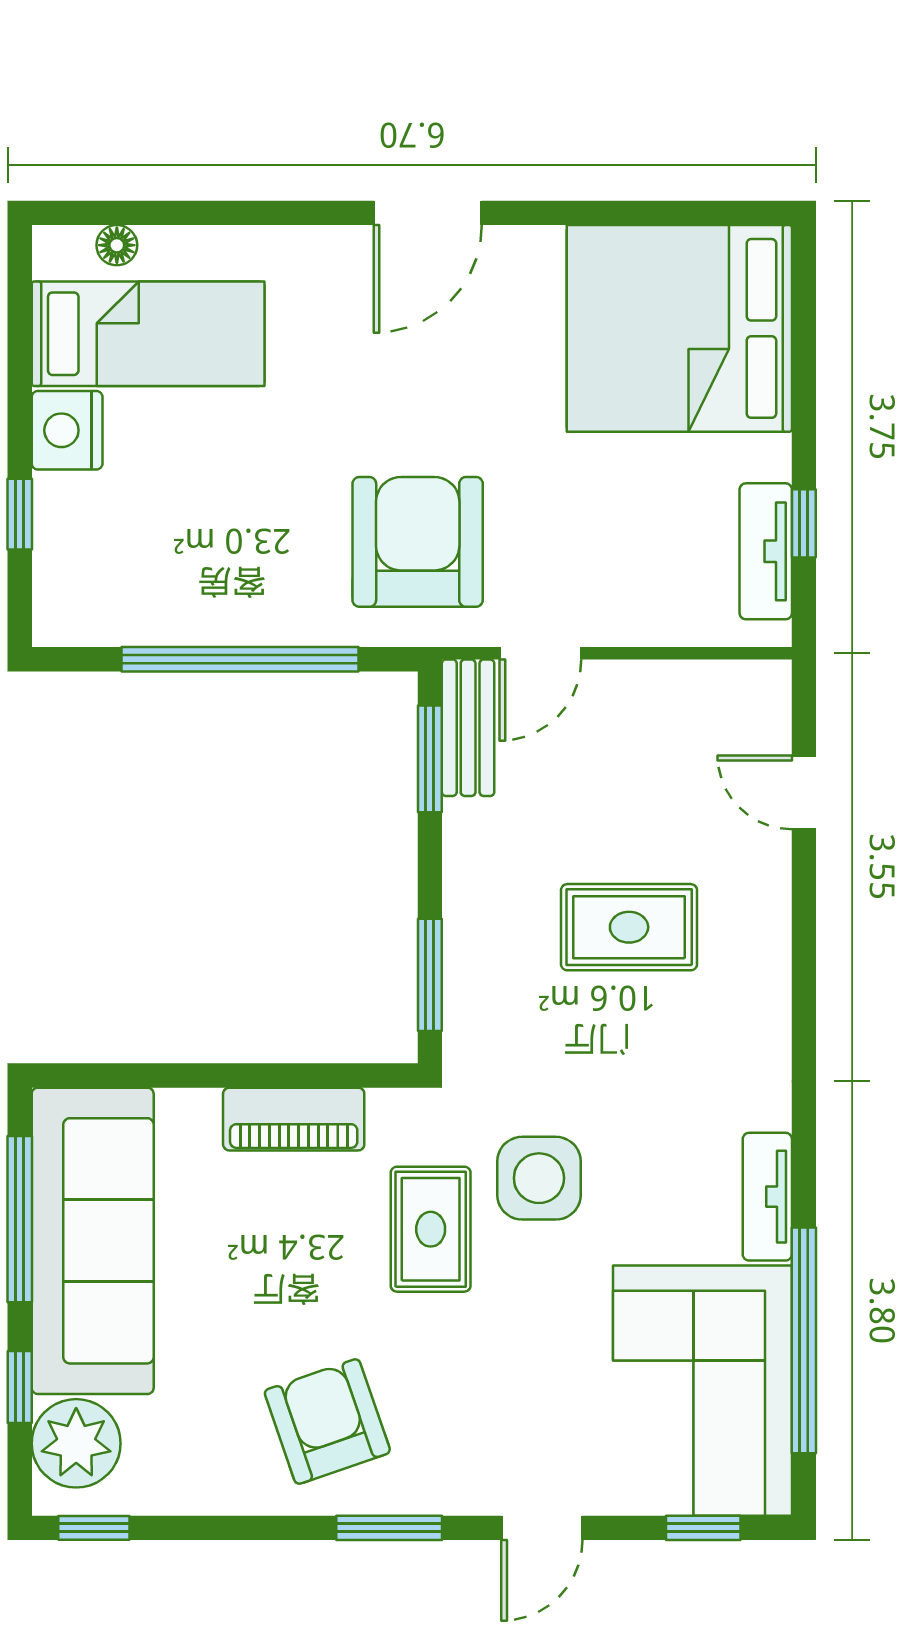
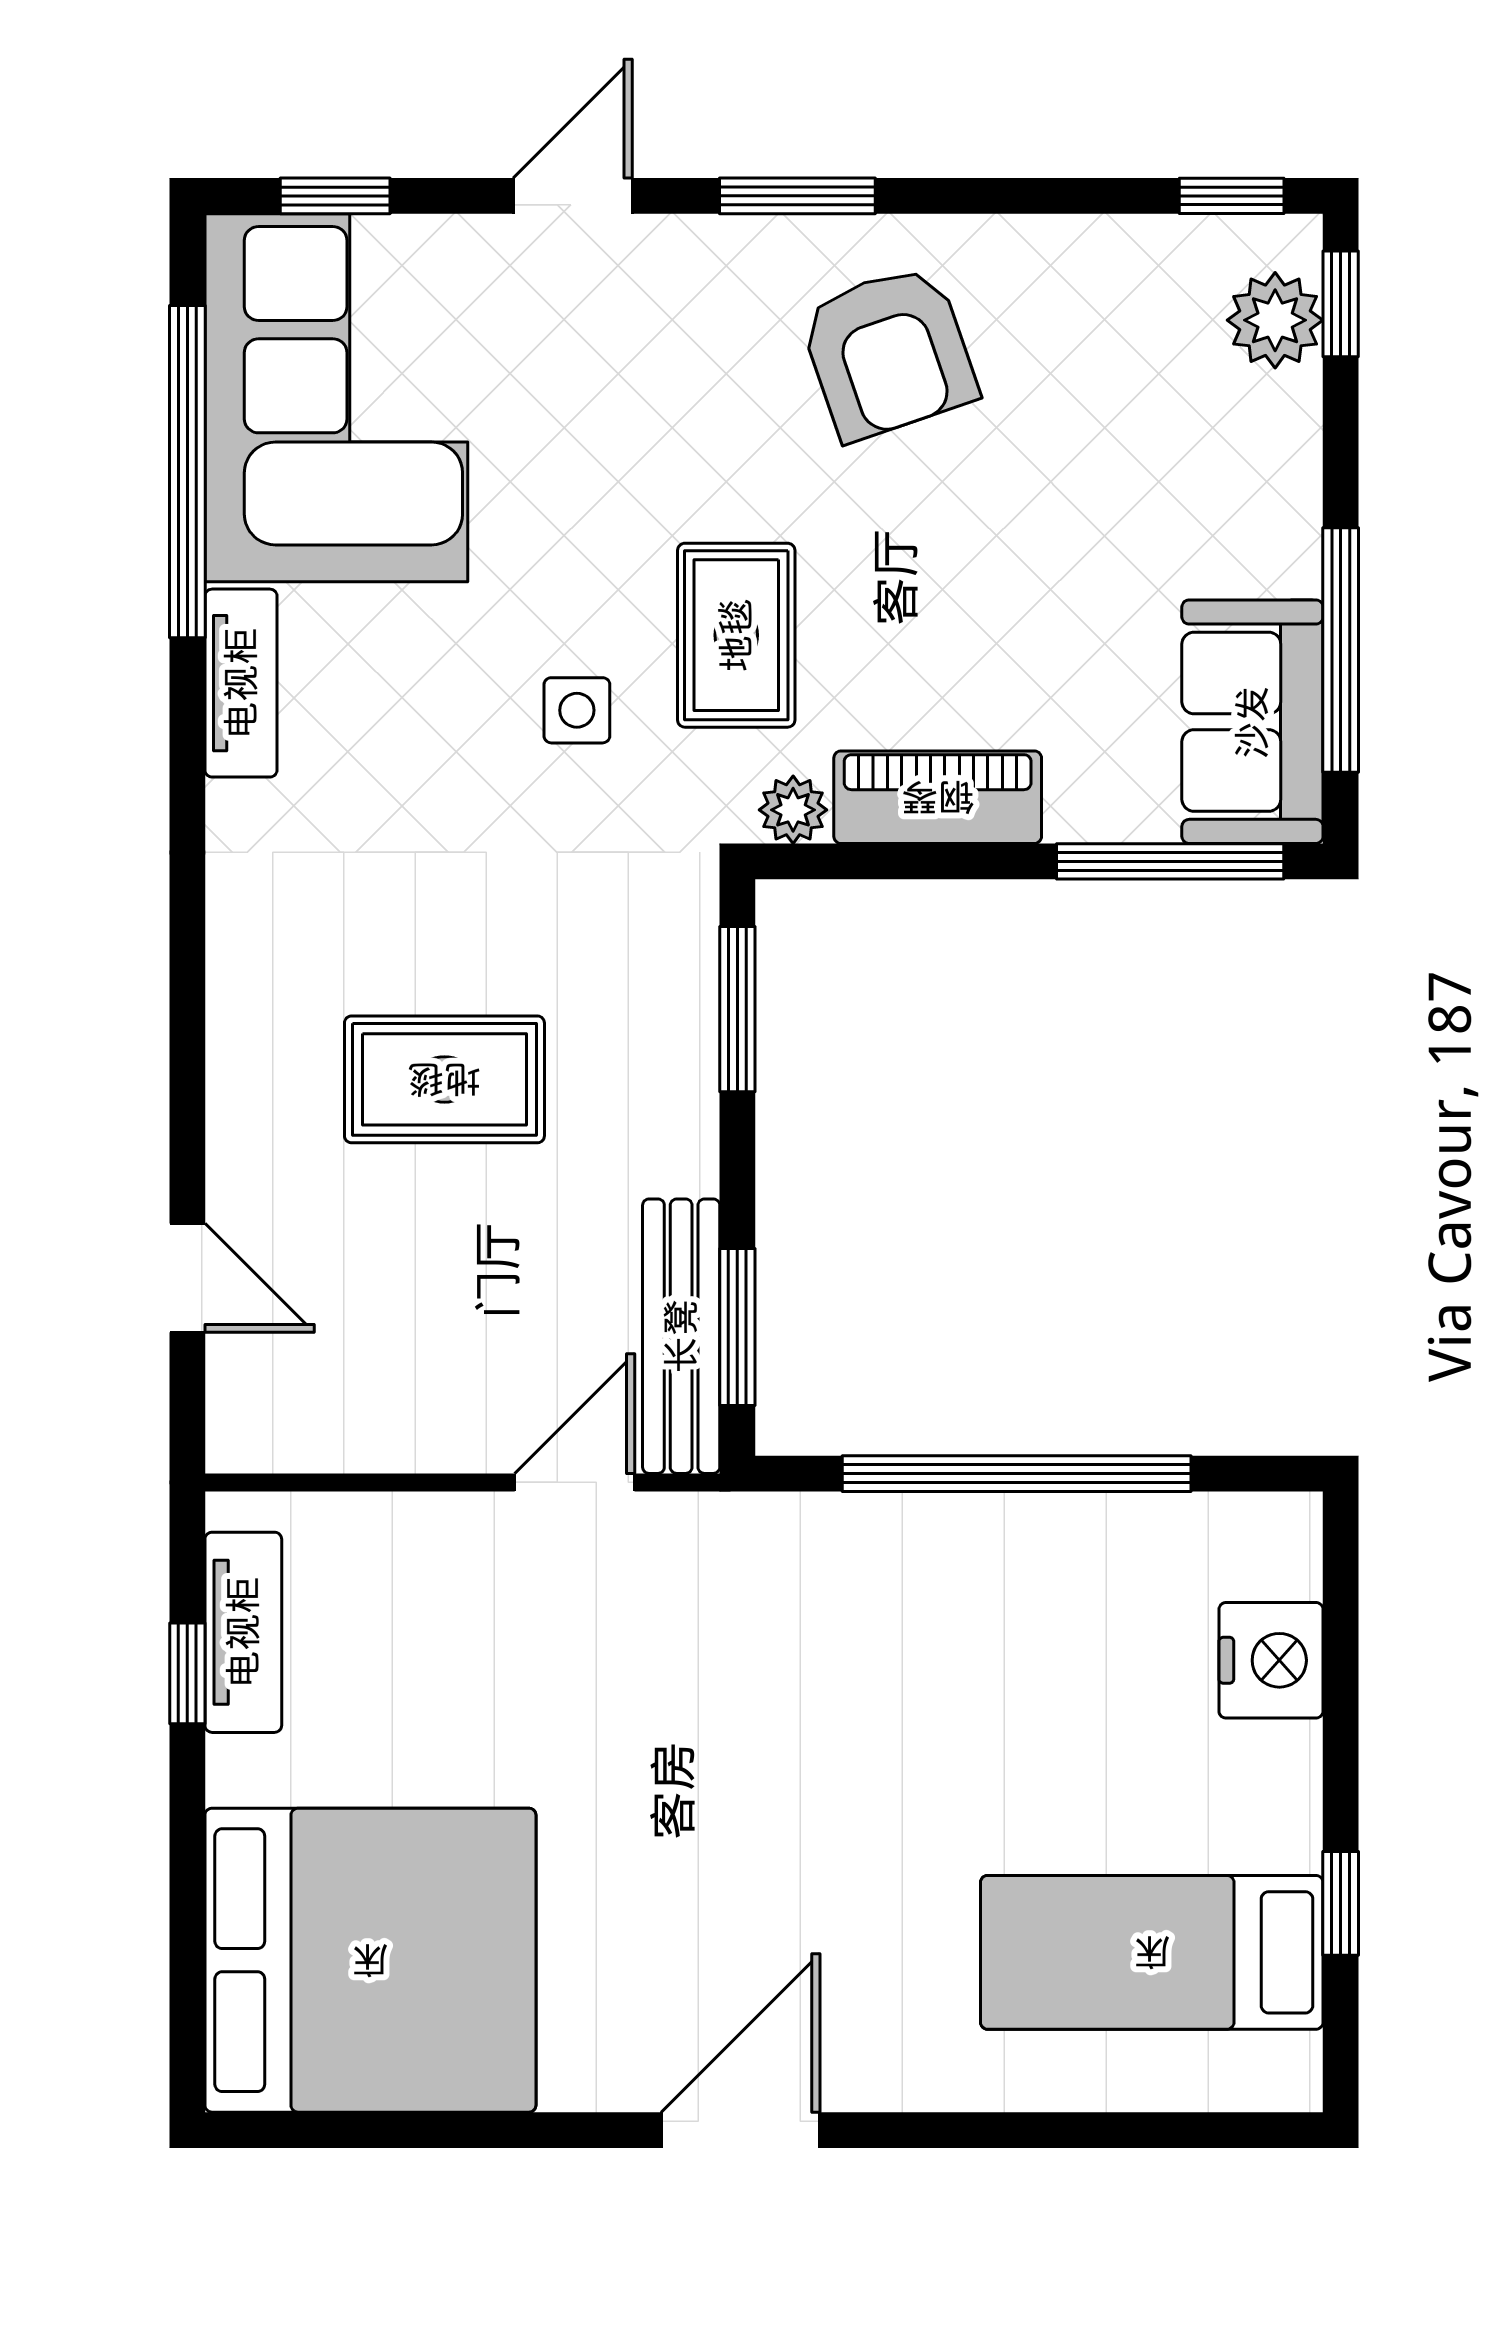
floor lamp: (117, 245) -> (1198, 2083), removed
nightstand: (67, 430) -> (1271, 1660), moved
window: (20, 514) -> (1341, 1903), moved
armchair: (418, 542) -> (755, 1646), removed
bench: (468, 728) -> (681, 1336), width x1.36
window: (136, 1075) -> (1170, 861), added
plant: (392, 1110) -> (793, 810), added
side table: (539, 1178) -> (577, 710), width x0.54, depth x0.54
sofa: (93, 1241) -> (1252, 722), width x0.54, depth x0.79
window: (20, 1387) -> (1341, 304), moved
plant: (76, 1443) -> (1275, 320), width x0.73, depth x0.73

